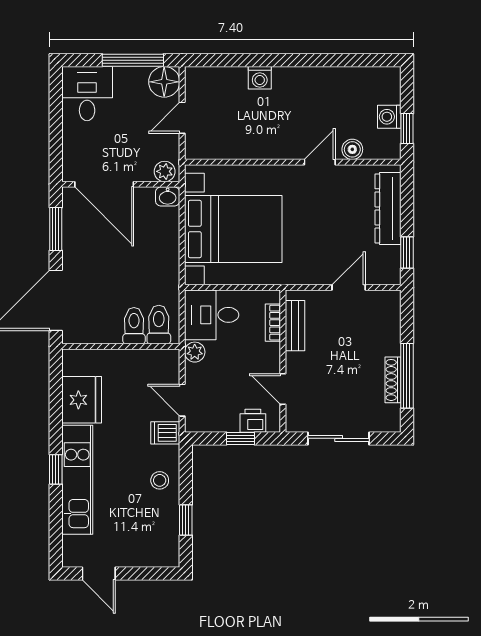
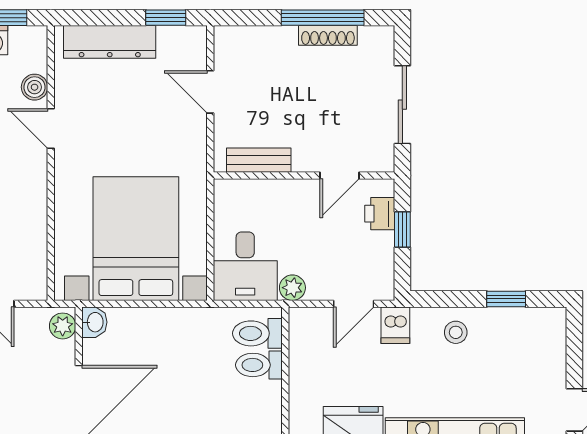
bookcase: (273, 323) -> (255, 188), removed

